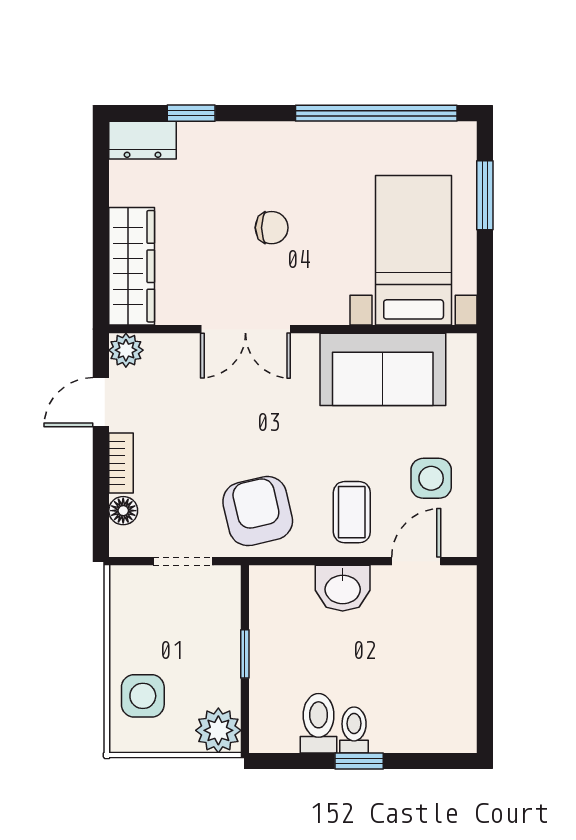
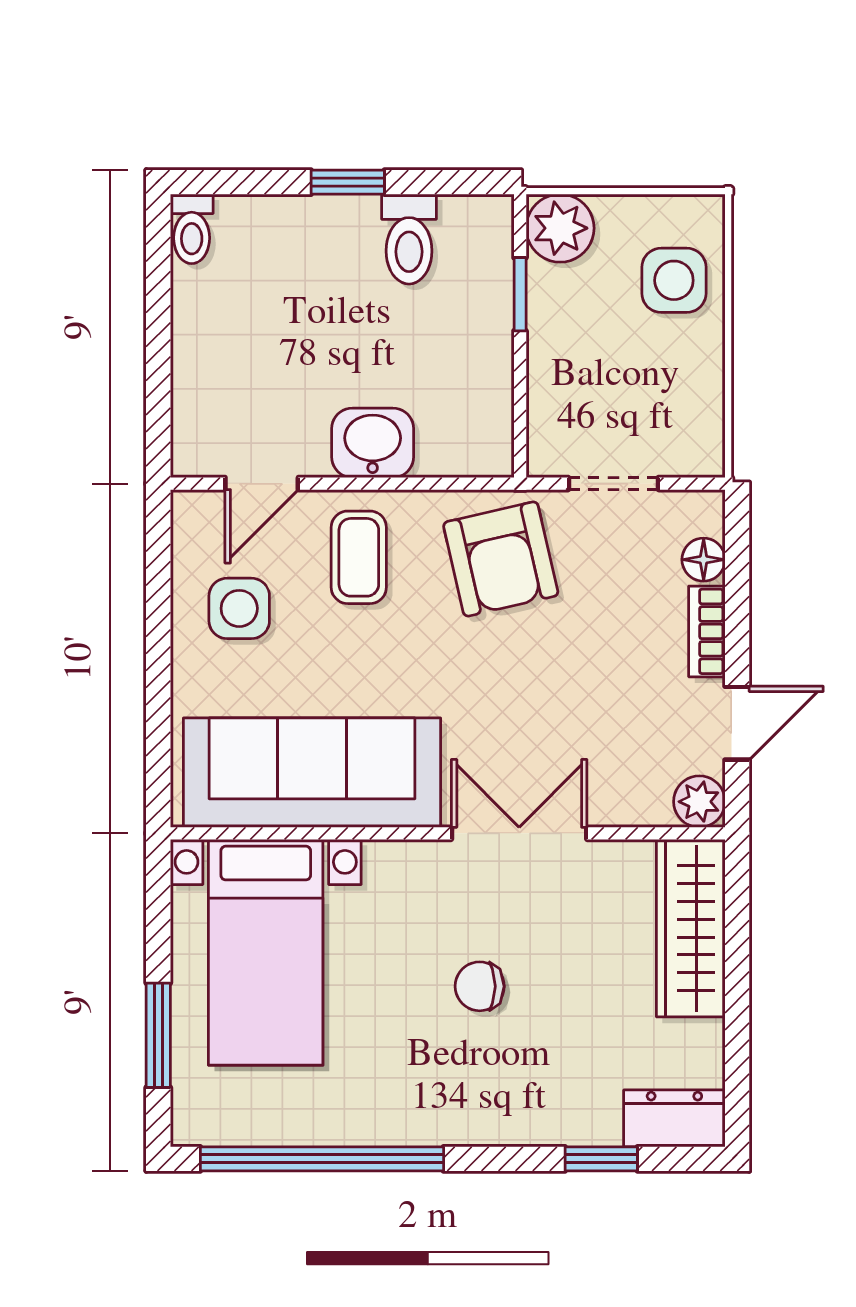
sofa: (383, 369) -> (312, 773), width x1.36
window: (245, 654) -> (520, 294), moved
toilet: (354, 730) -> (192, 229), moved

